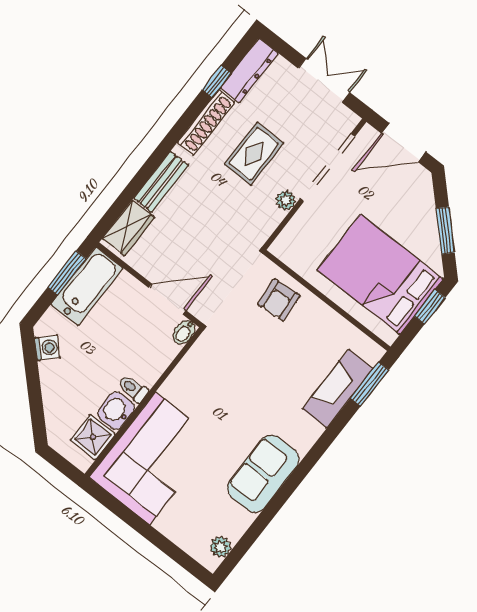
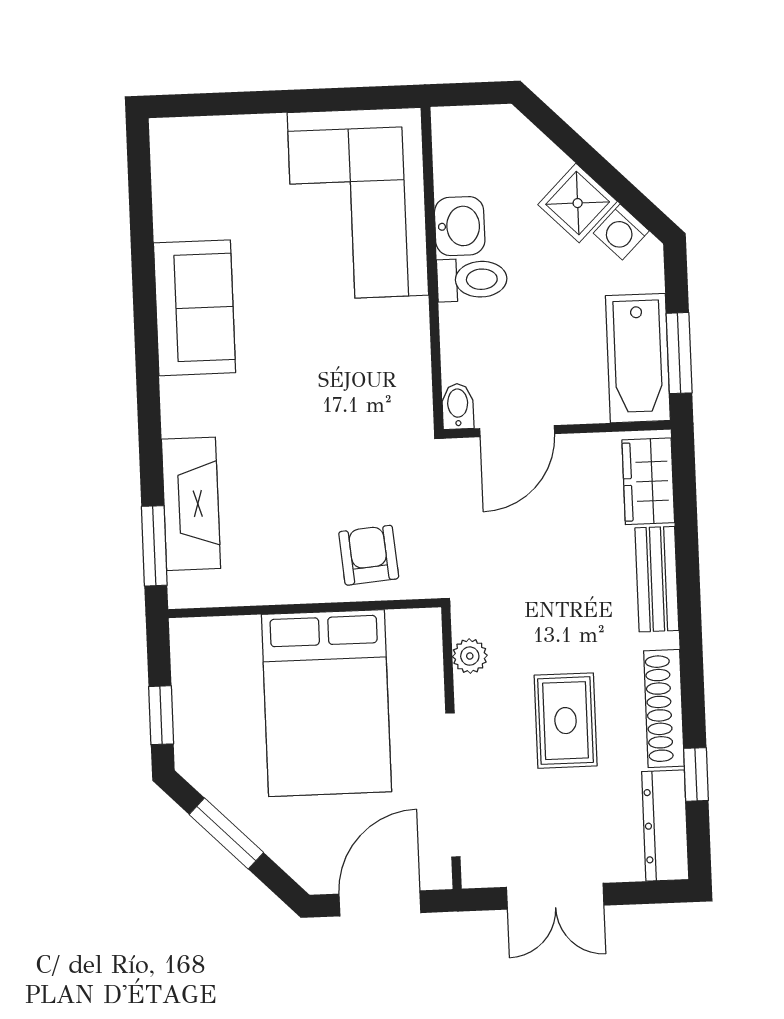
plant: (286, 200) -> (470, 656), moved
bed: (380, 274) -> (326, 703), moved, turned 90
toilet: (133, 389) -> (472, 280), width x1.37, depth x1.39
shower: (93, 437) -> (578, 203), moved, turned 45
plant: (220, 547) -> (169, 163), removed

